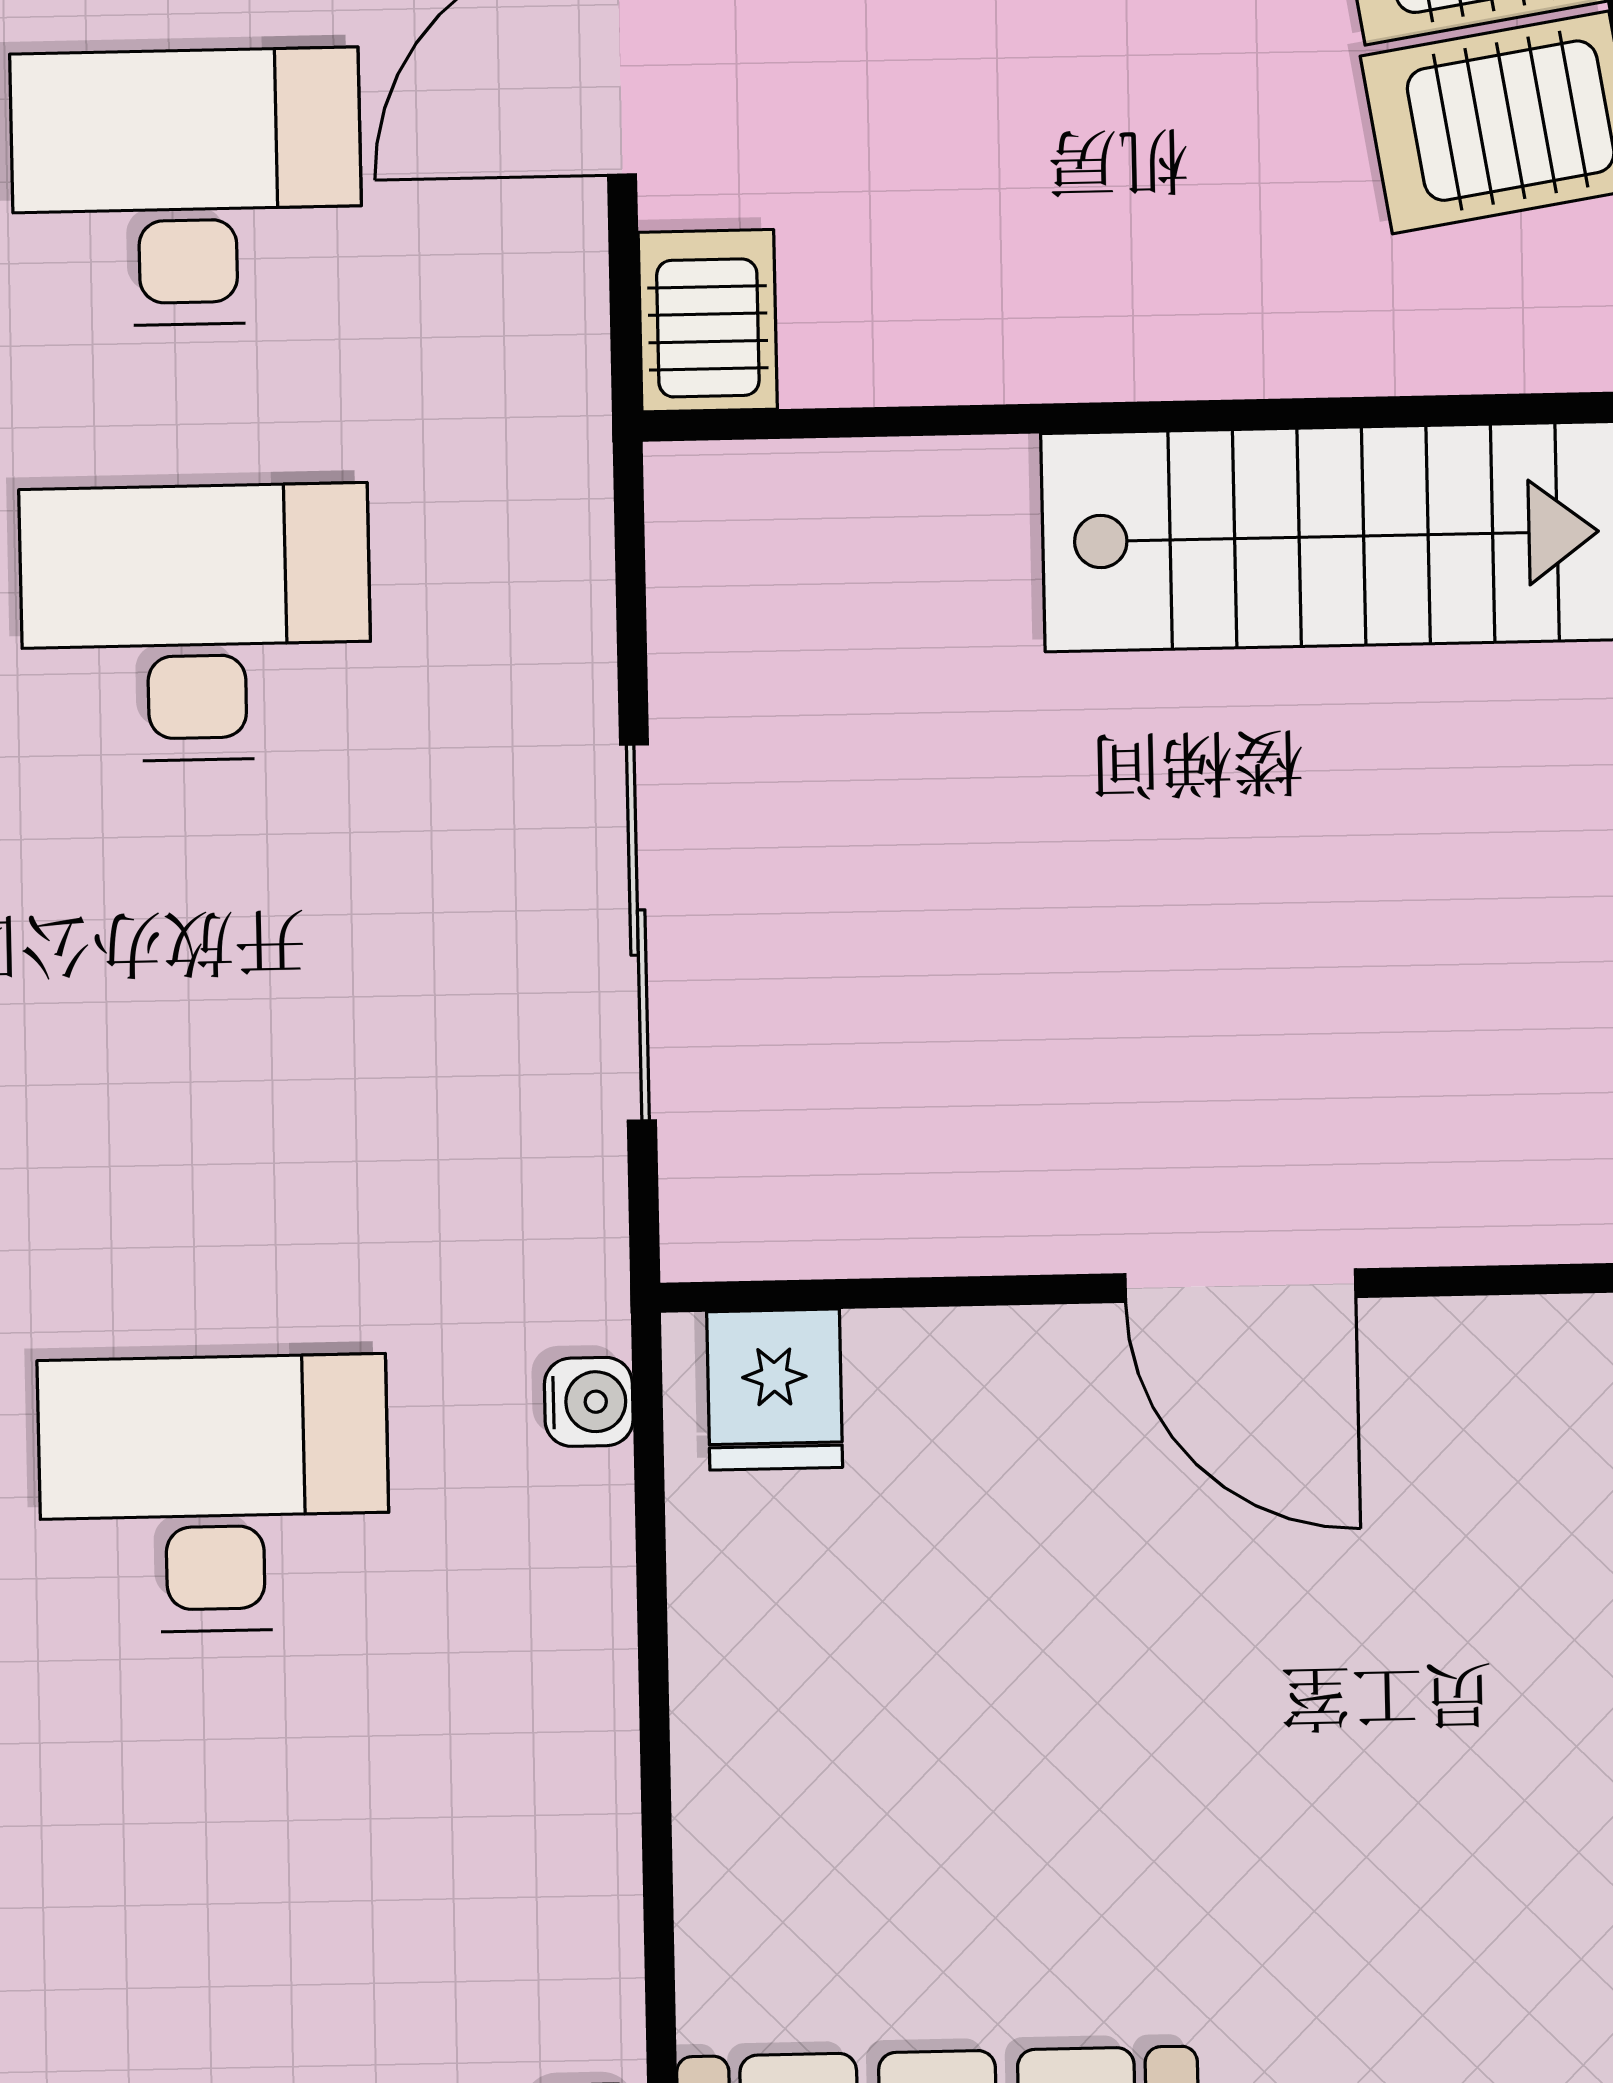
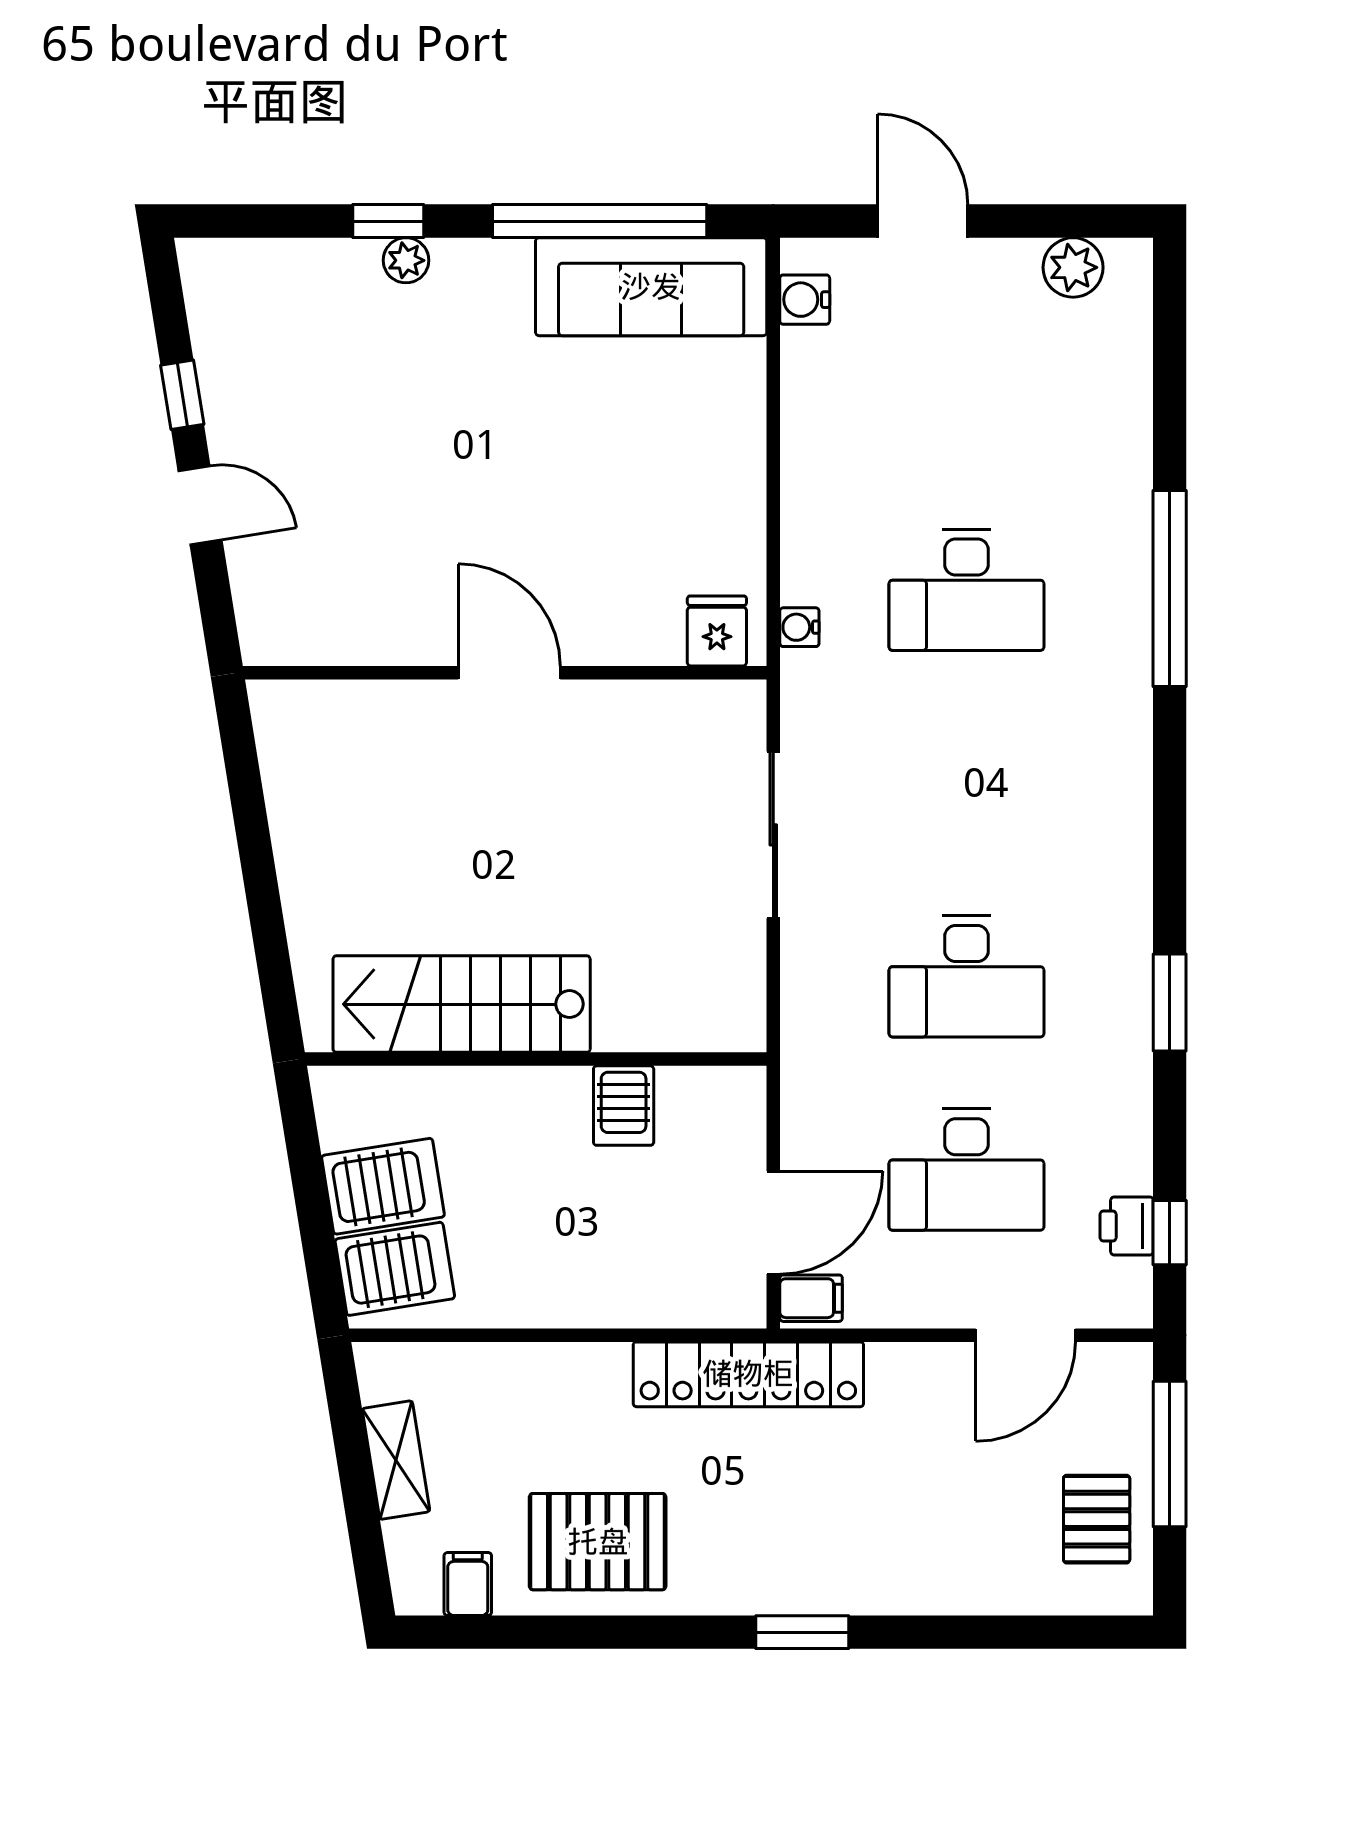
server rack: (708, 321) -> (624, 1106), moved

